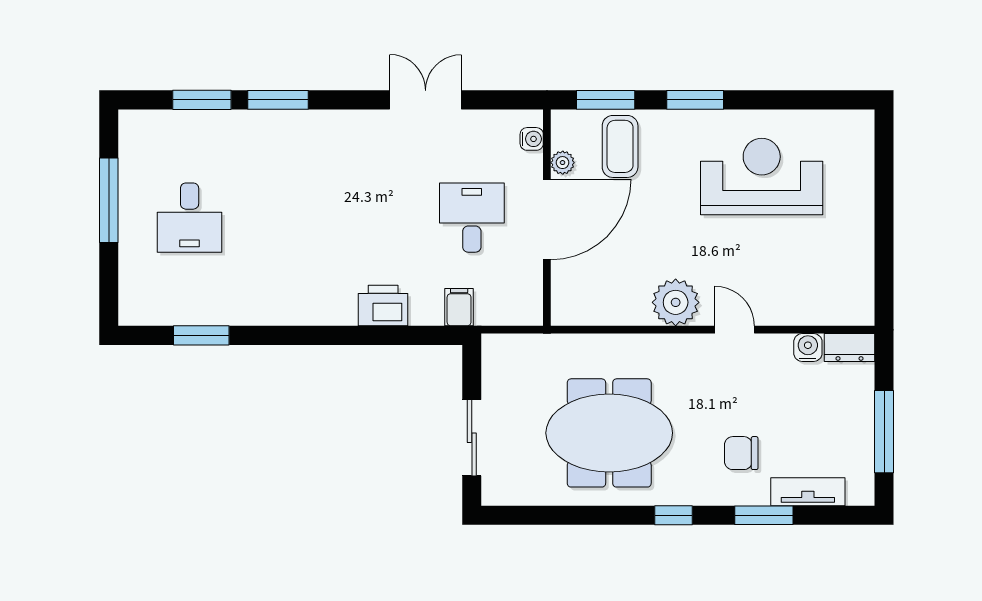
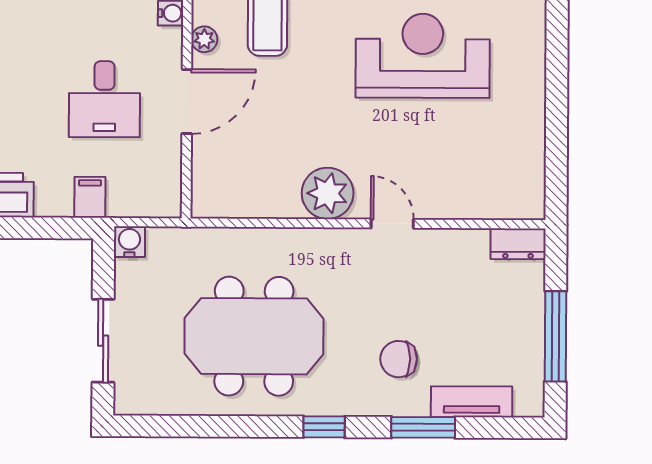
desk: (472, 218) -> (104, 99), turned 180
door: (547, 219) -> (187, 102), width x0.73
water cooler: (808, 347) -> (129, 242), moved

